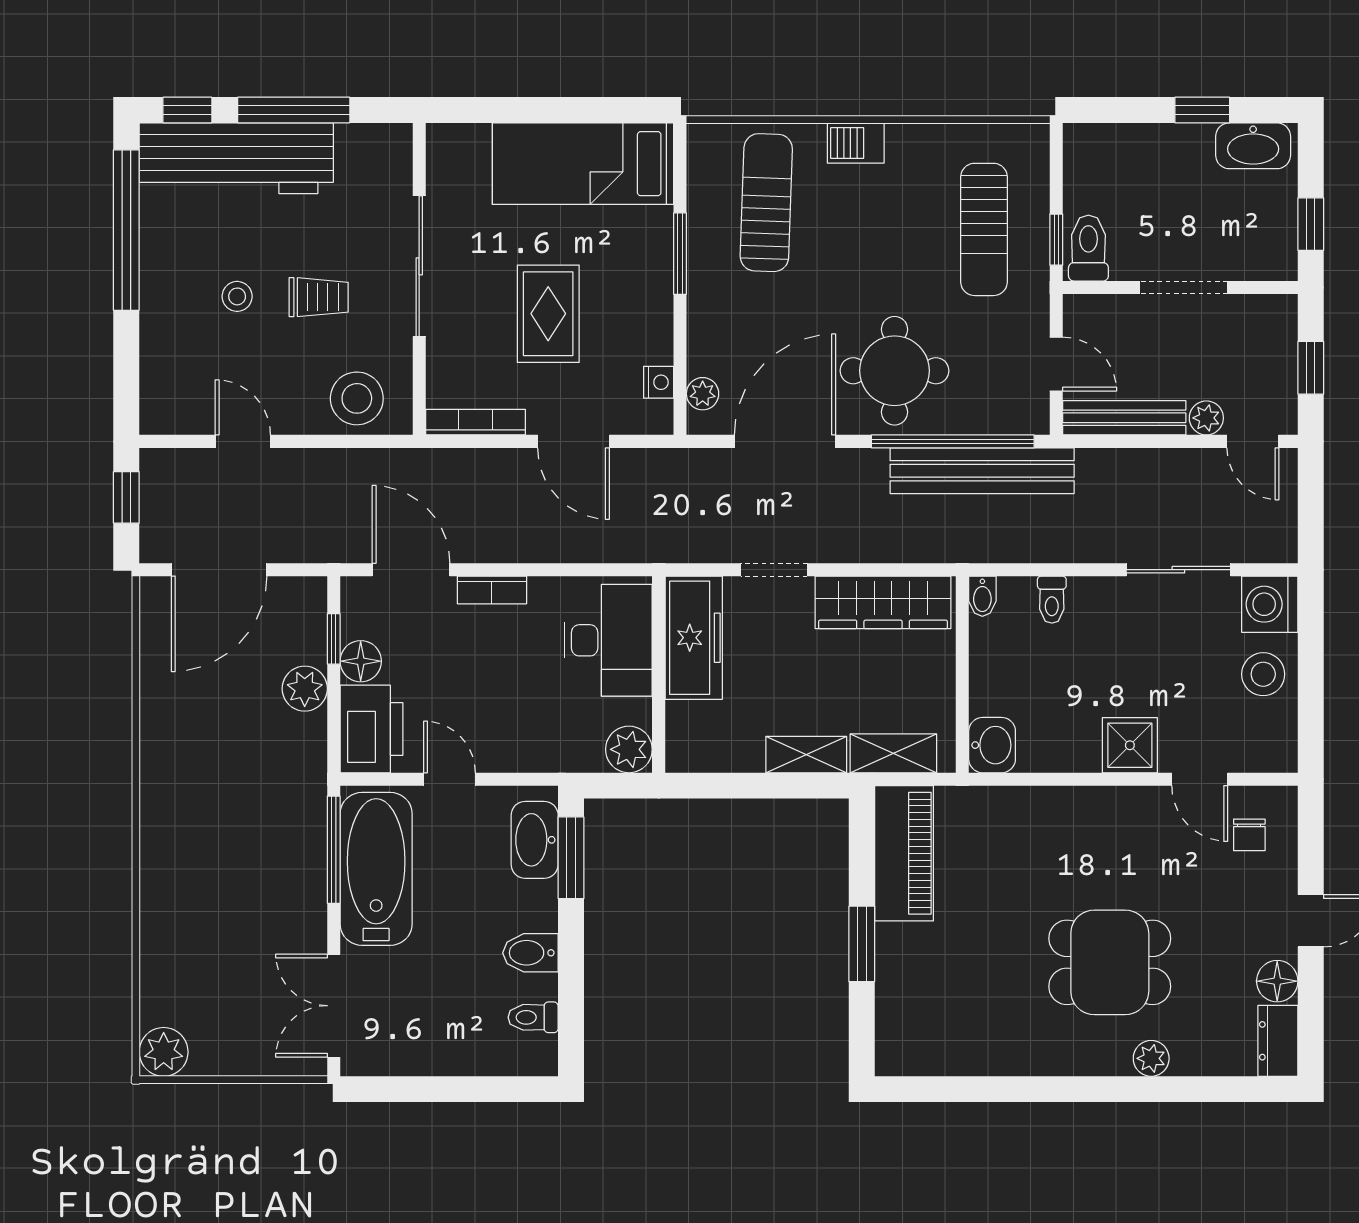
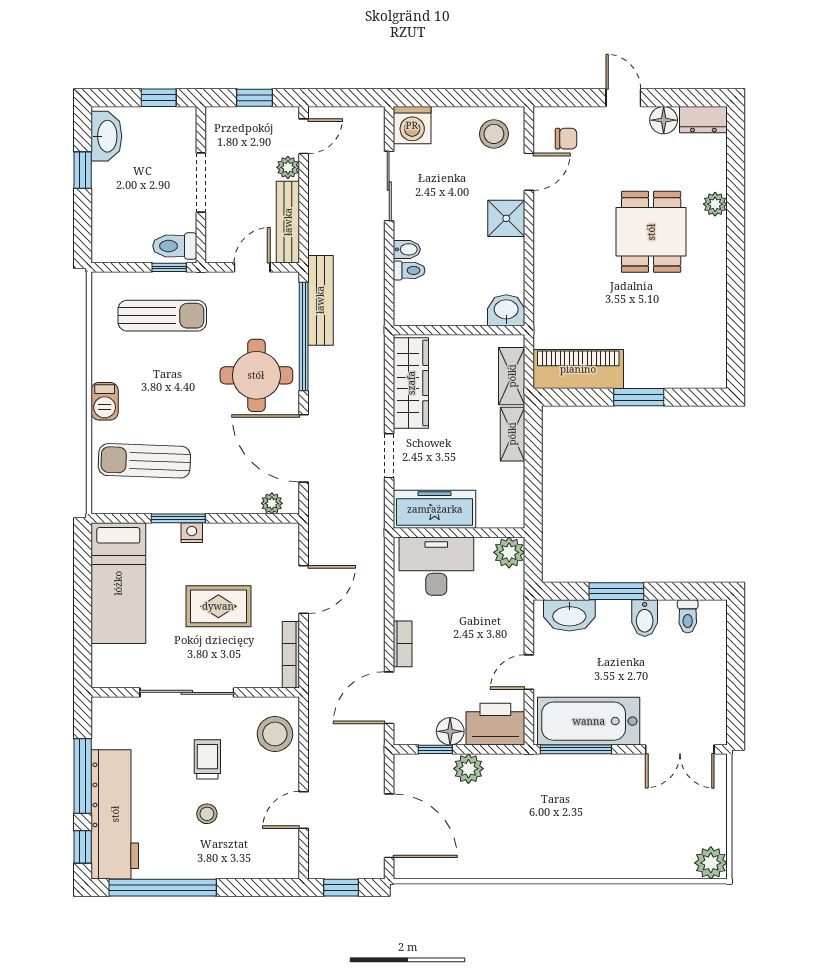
nightstand: (659, 382) -> (192, 533), moved
bench: (982, 471) -> (320, 300), width x0.73, depth x0.82
bidet: (982, 596) -> (407, 249), moved
stool: (1263, 674) -> (494, 134), moved
window: (571, 858) -> (616, 591), moved

